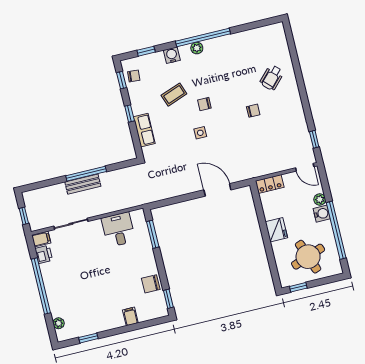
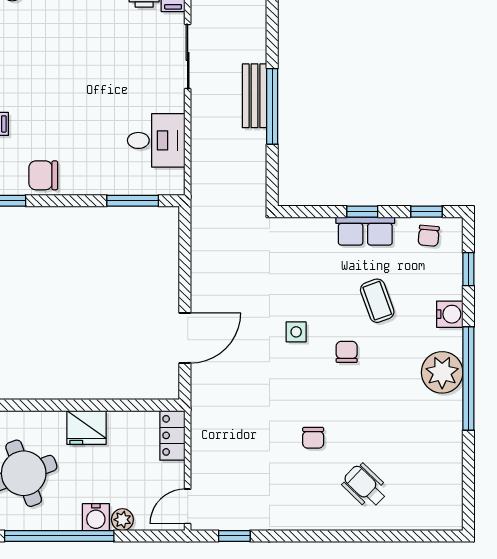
plant: (197, 48) -> (442, 372), width x1.88, depth x1.88
row of seats: (144, 130) -> (365, 231), moved
chair: (151, 284) -> (43, 175), turned -90

